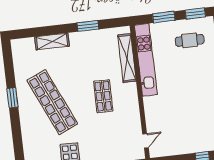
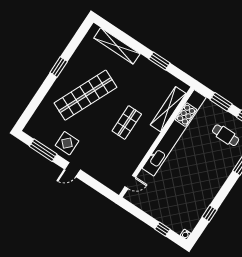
shelving: (52, 41) -> (117, 46), width x1.47
kitchen unit: (146, 60) -> (174, 133), width x1.36
shop shelf: (52, 102) -> (85, 95), turned 48

